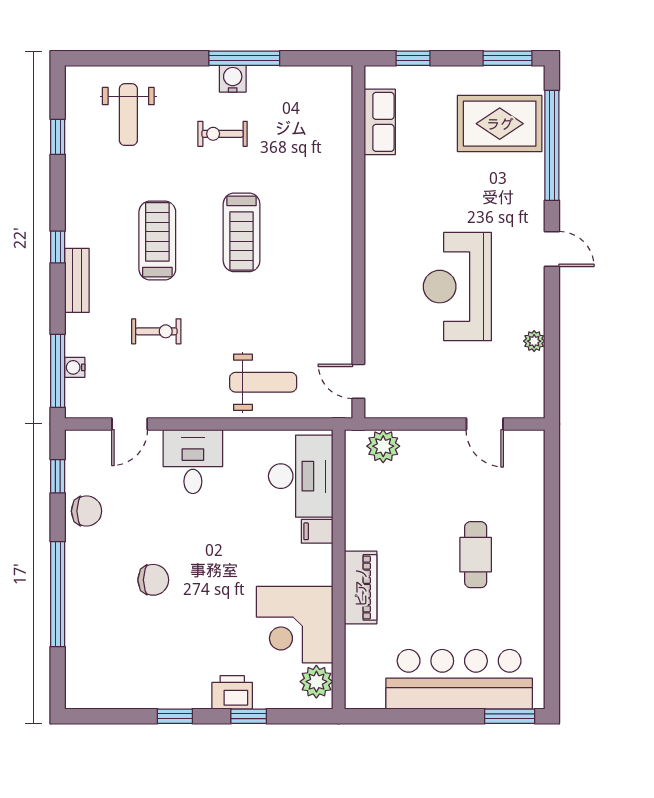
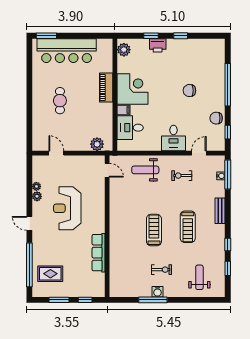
window: (507, 58) -> (59, 300), moved
row of seats: (380, 122) -> (98, 253), moved, width x1.48
rug: (500, 124) -> (50, 274), width x0.73, depth x0.70
window: (58, 247) -> (228, 245), moved
reception desk: (457, 287) -> (67, 208), turned 180
plant: (533, 316) -> (37, 196), added
exercise bike: (156, 331) -> (182, 176), moved
desk: (301, 476) -> (130, 128), width x0.73
corner desk: (295, 625) -> (133, 89), moved

